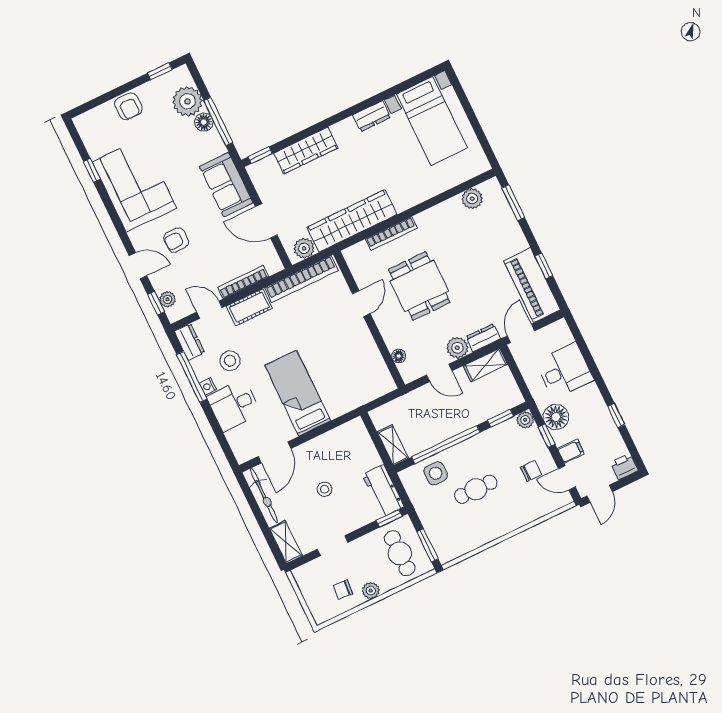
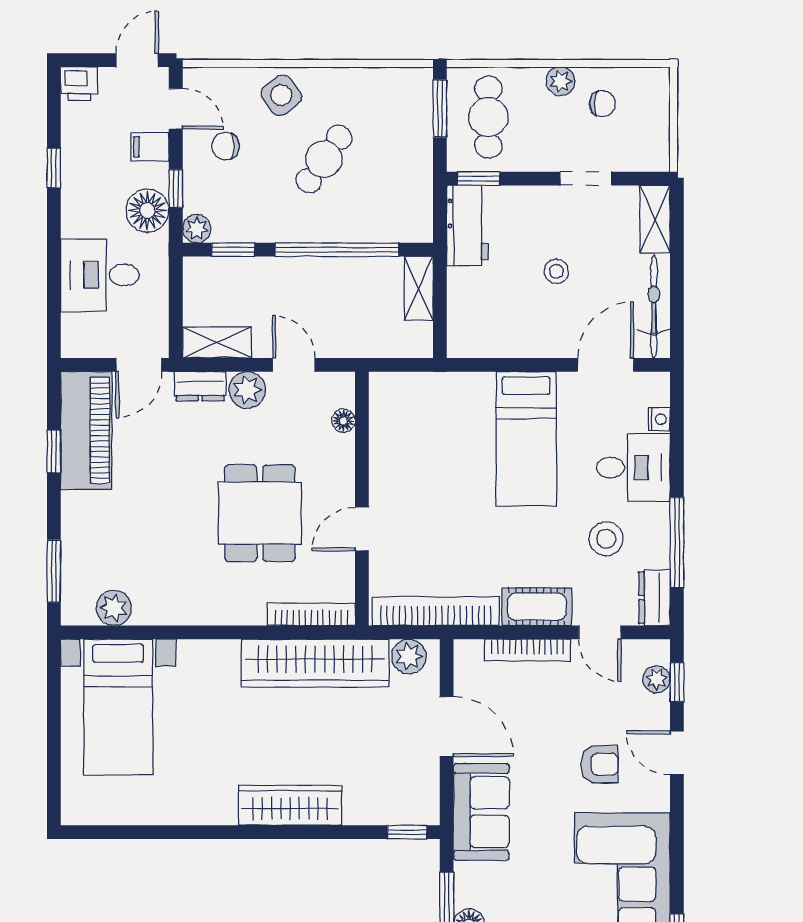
dresser: (372, 116) -> (207, 809), removed
bed with nightstands: (432, 121) -> (118, 707), moved, turned 180
wardrobe: (306, 150) -> (290, 805), moved
bookcase: (391, 234) -> (311, 614), moved
nightstand: (208, 386) -> (659, 419), moved
side table: (436, 473) -> (281, 95), moved, turned -37
cafe table: (476, 489) -> (324, 159), turned -55

